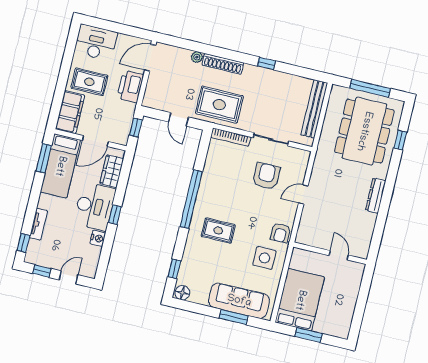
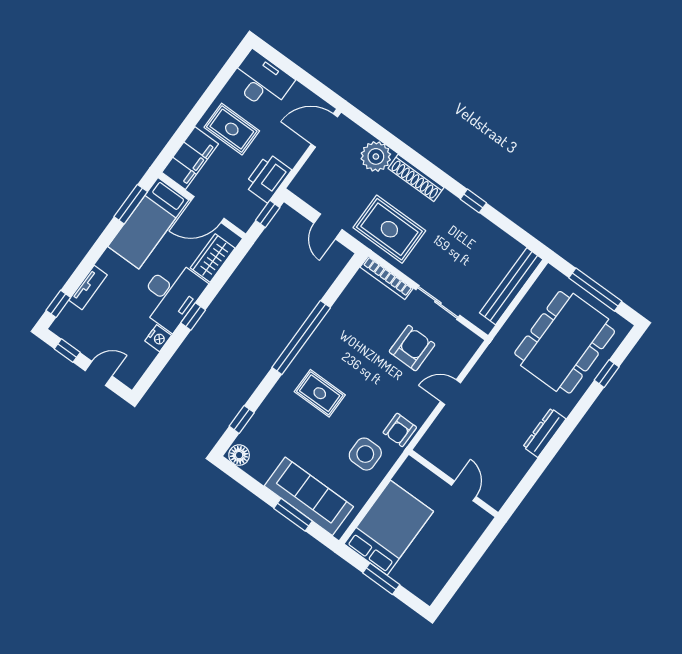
plant: (197, 57) -> (376, 156), width x1.88, depth x1.88
printer: (130, 86) -> (268, 178), moved

